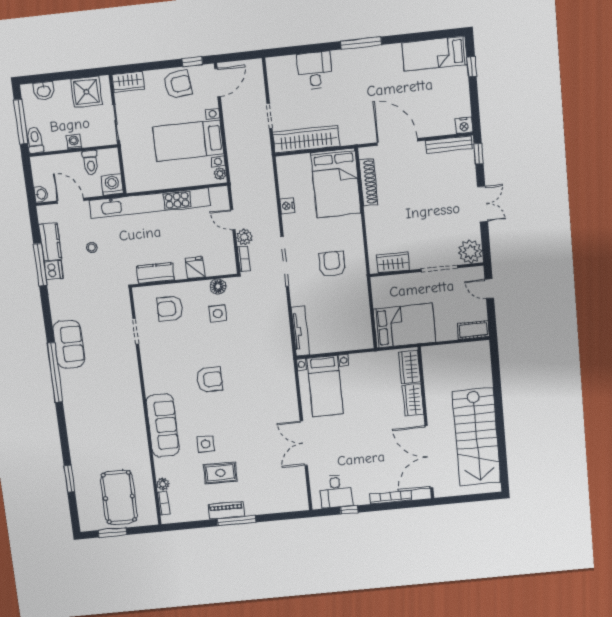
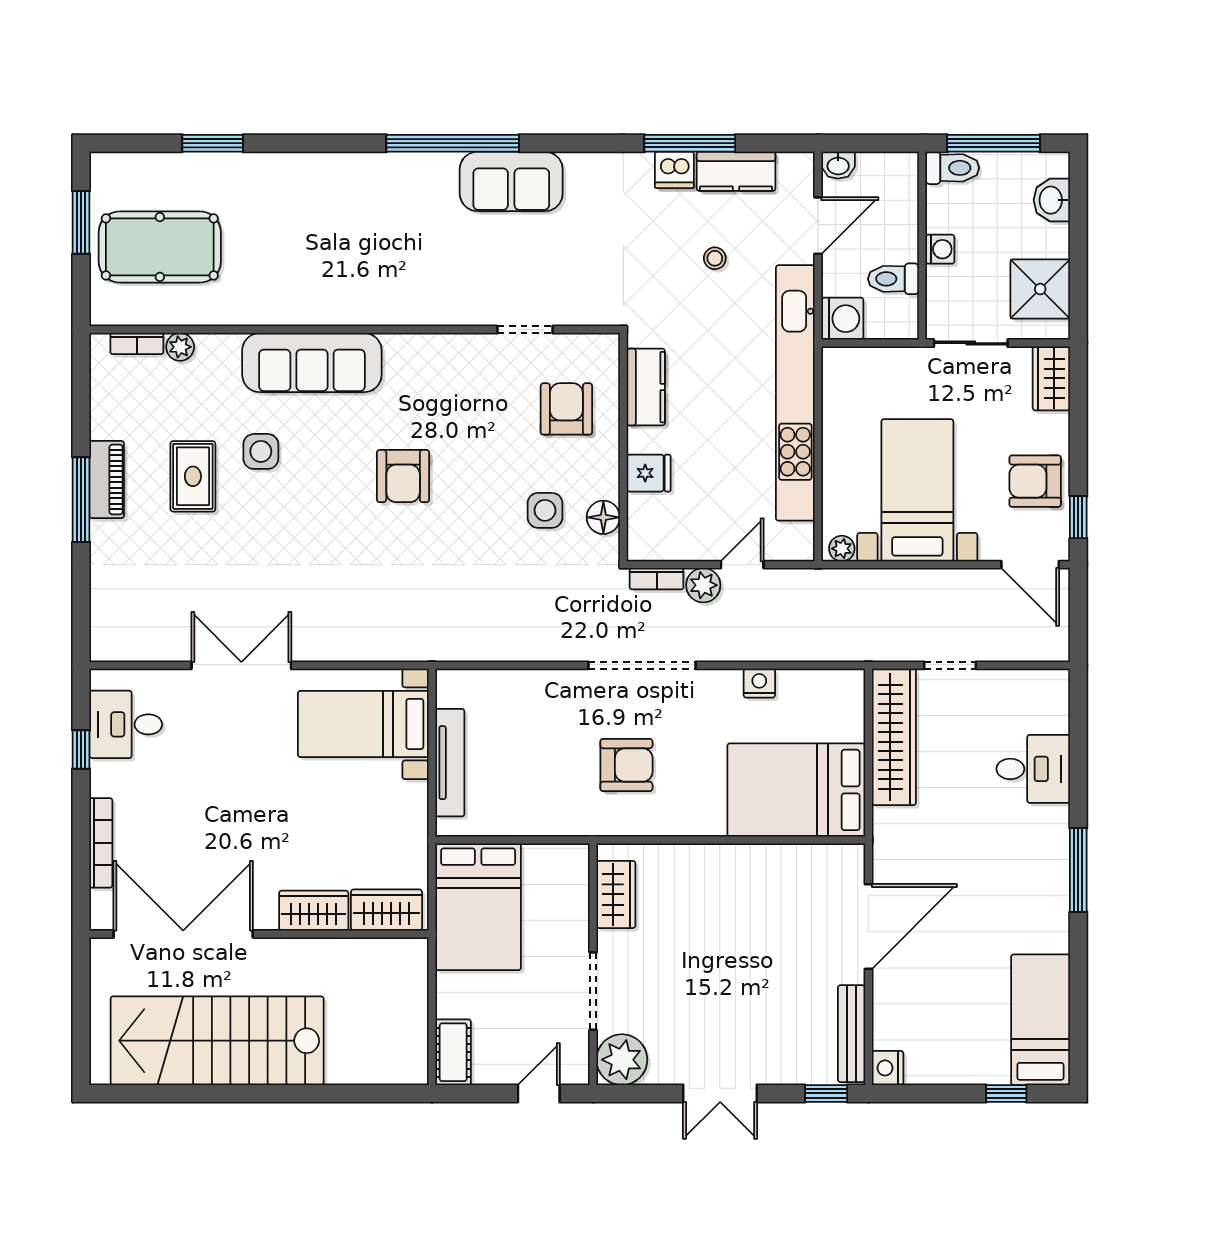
armchair: (178, 84) -> (1035, 481), turned 97
shoe rack: (368, 182) -> (791, 858), removed
tv unit: (300, 331) -> (450, 763), moved, turned -90

